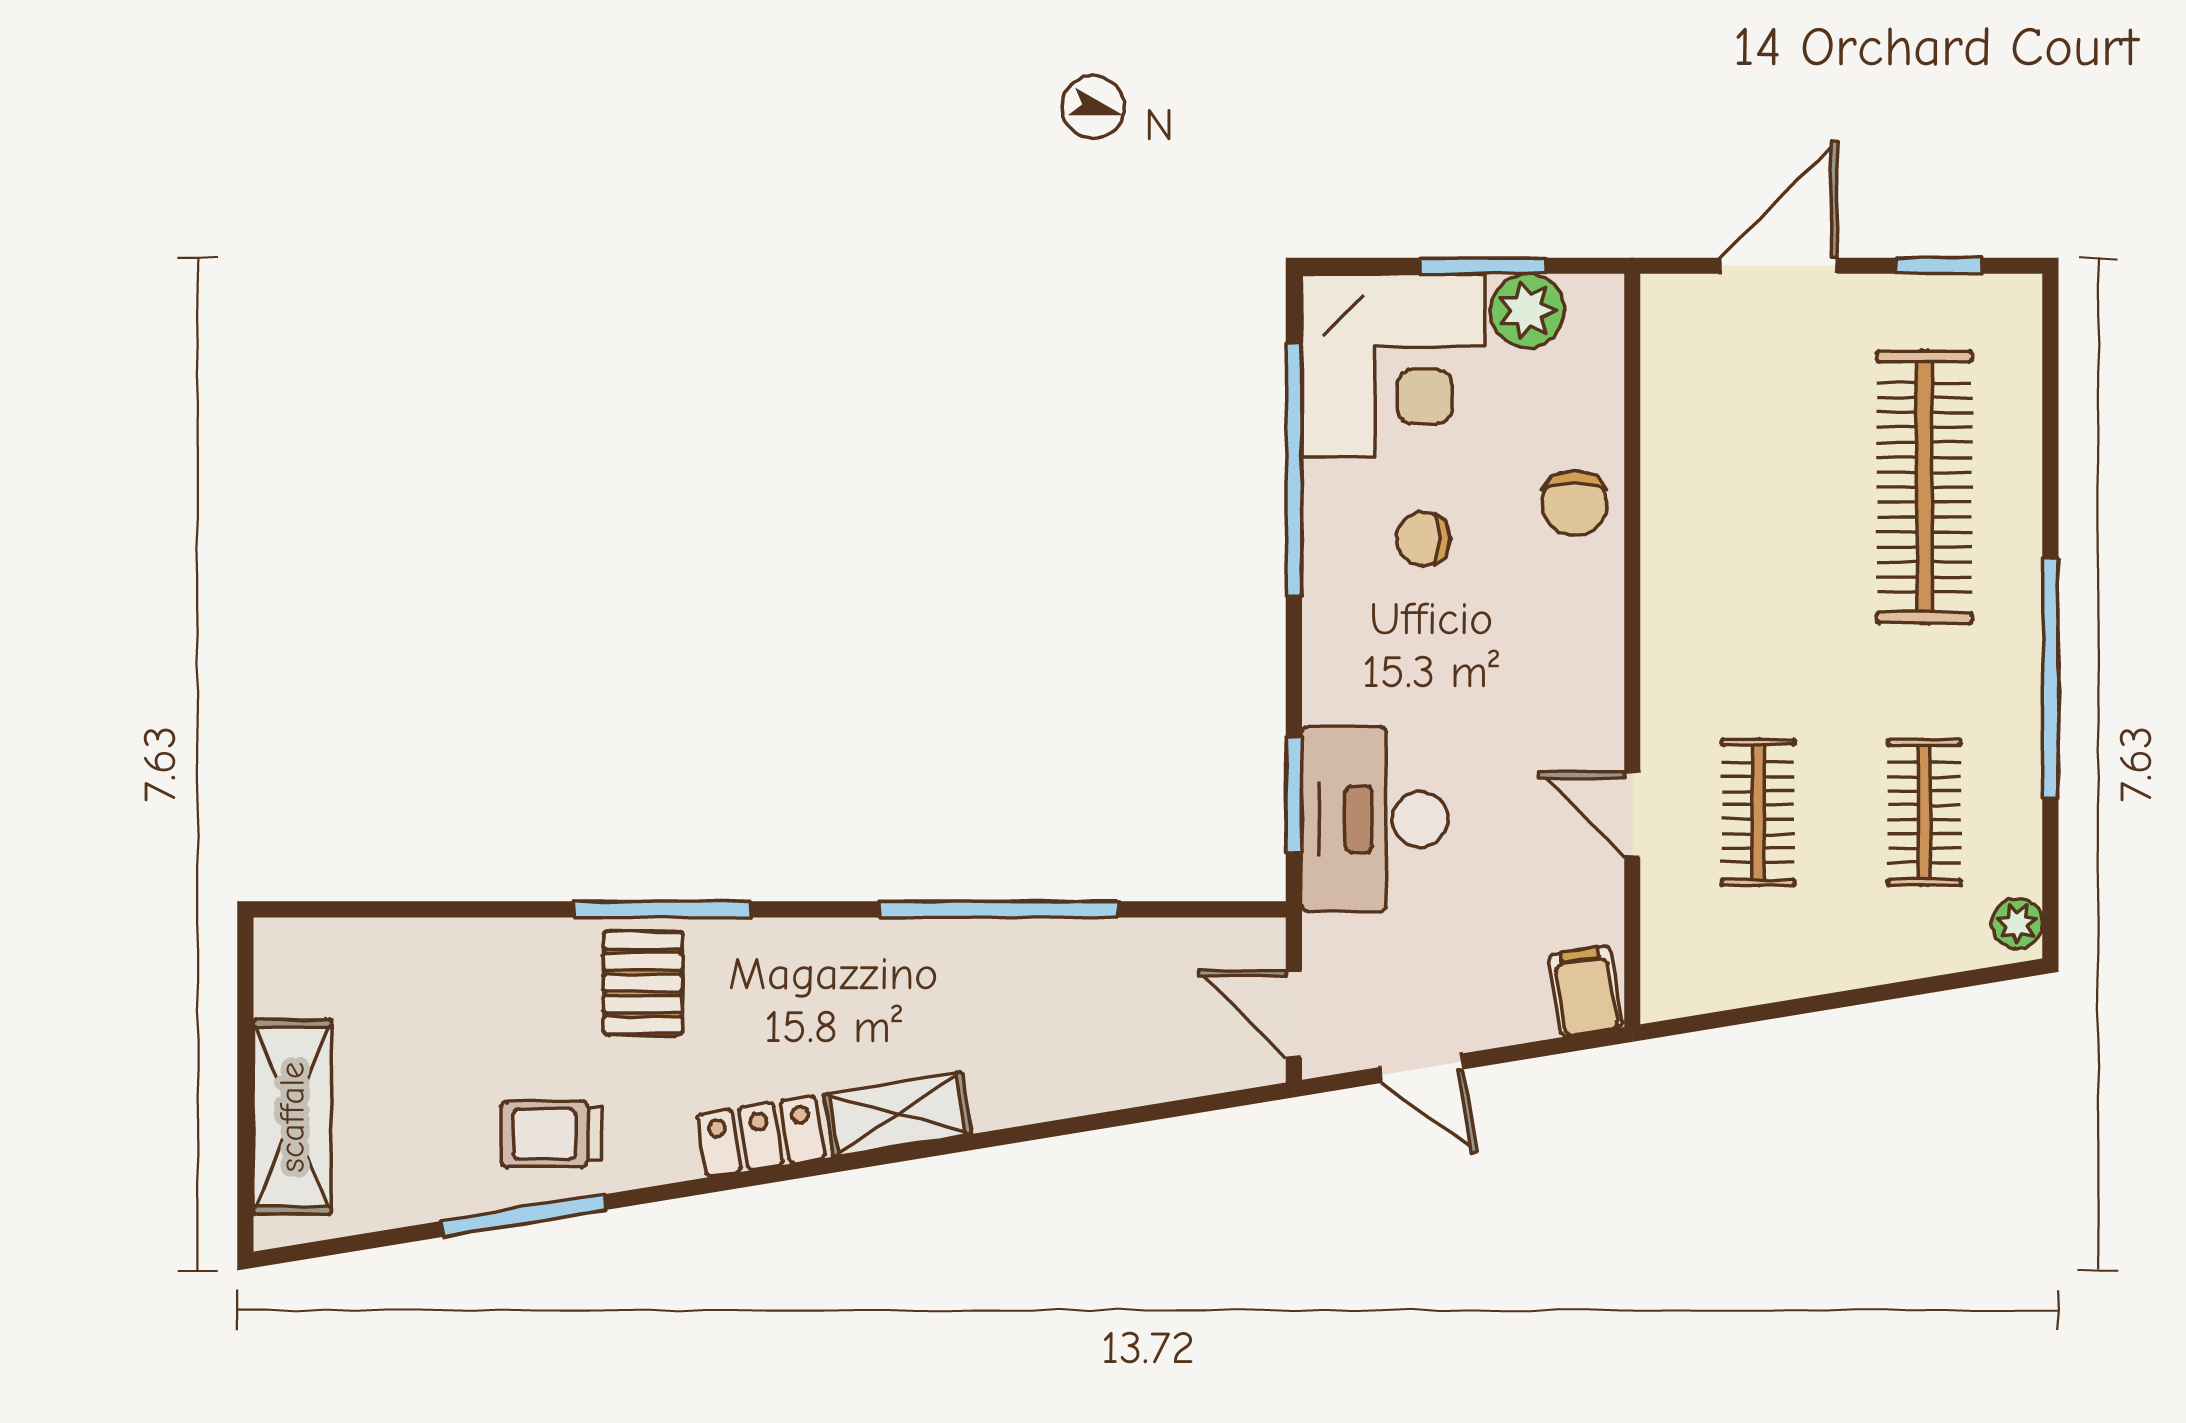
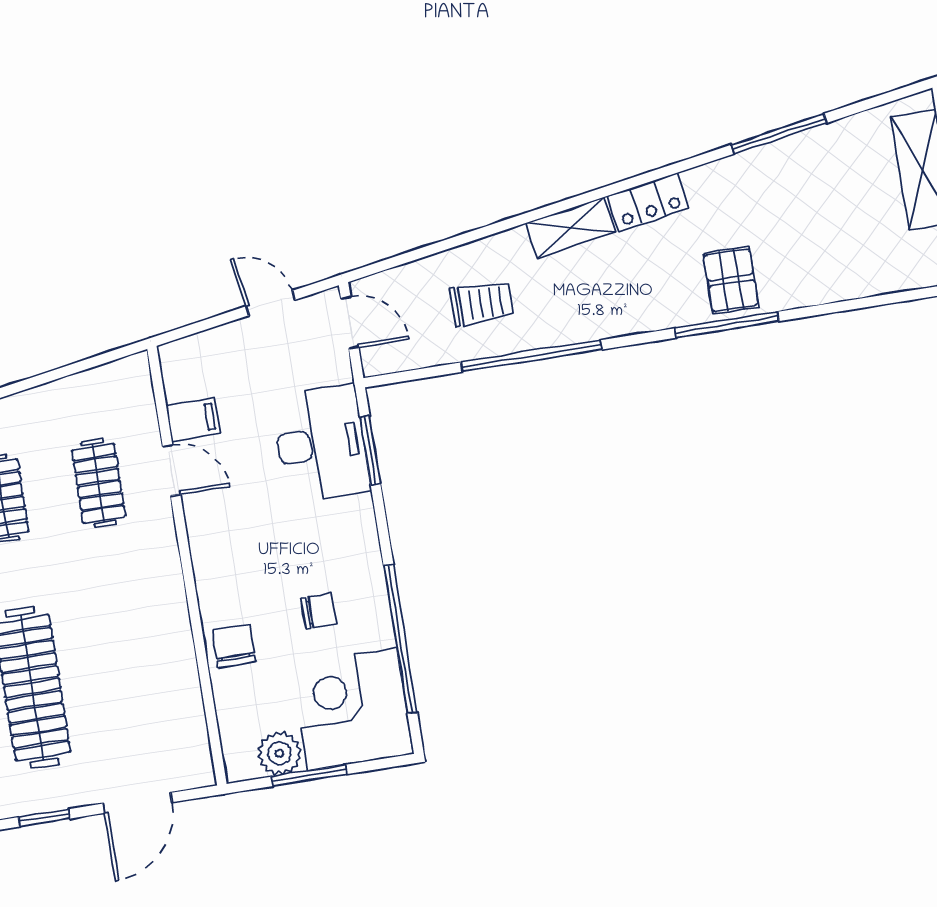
filing cabinet: (1586, 991) -> (193, 419), moved, turned -81
trolley: (552, 1134) -> (482, 303), moved

